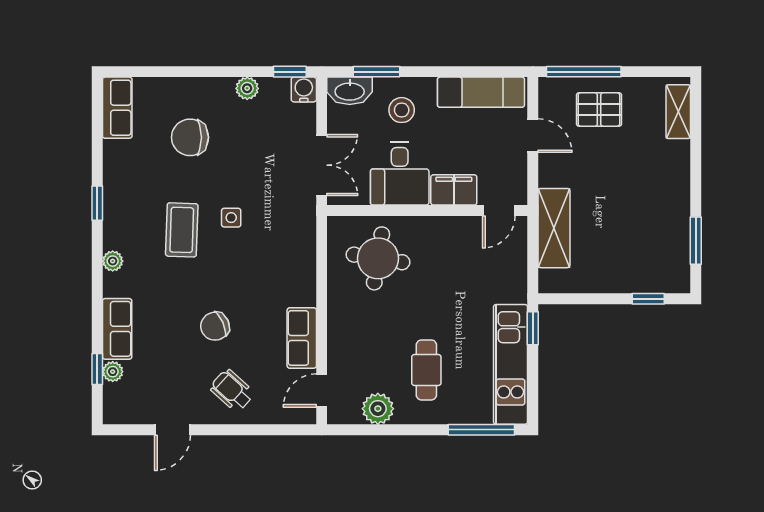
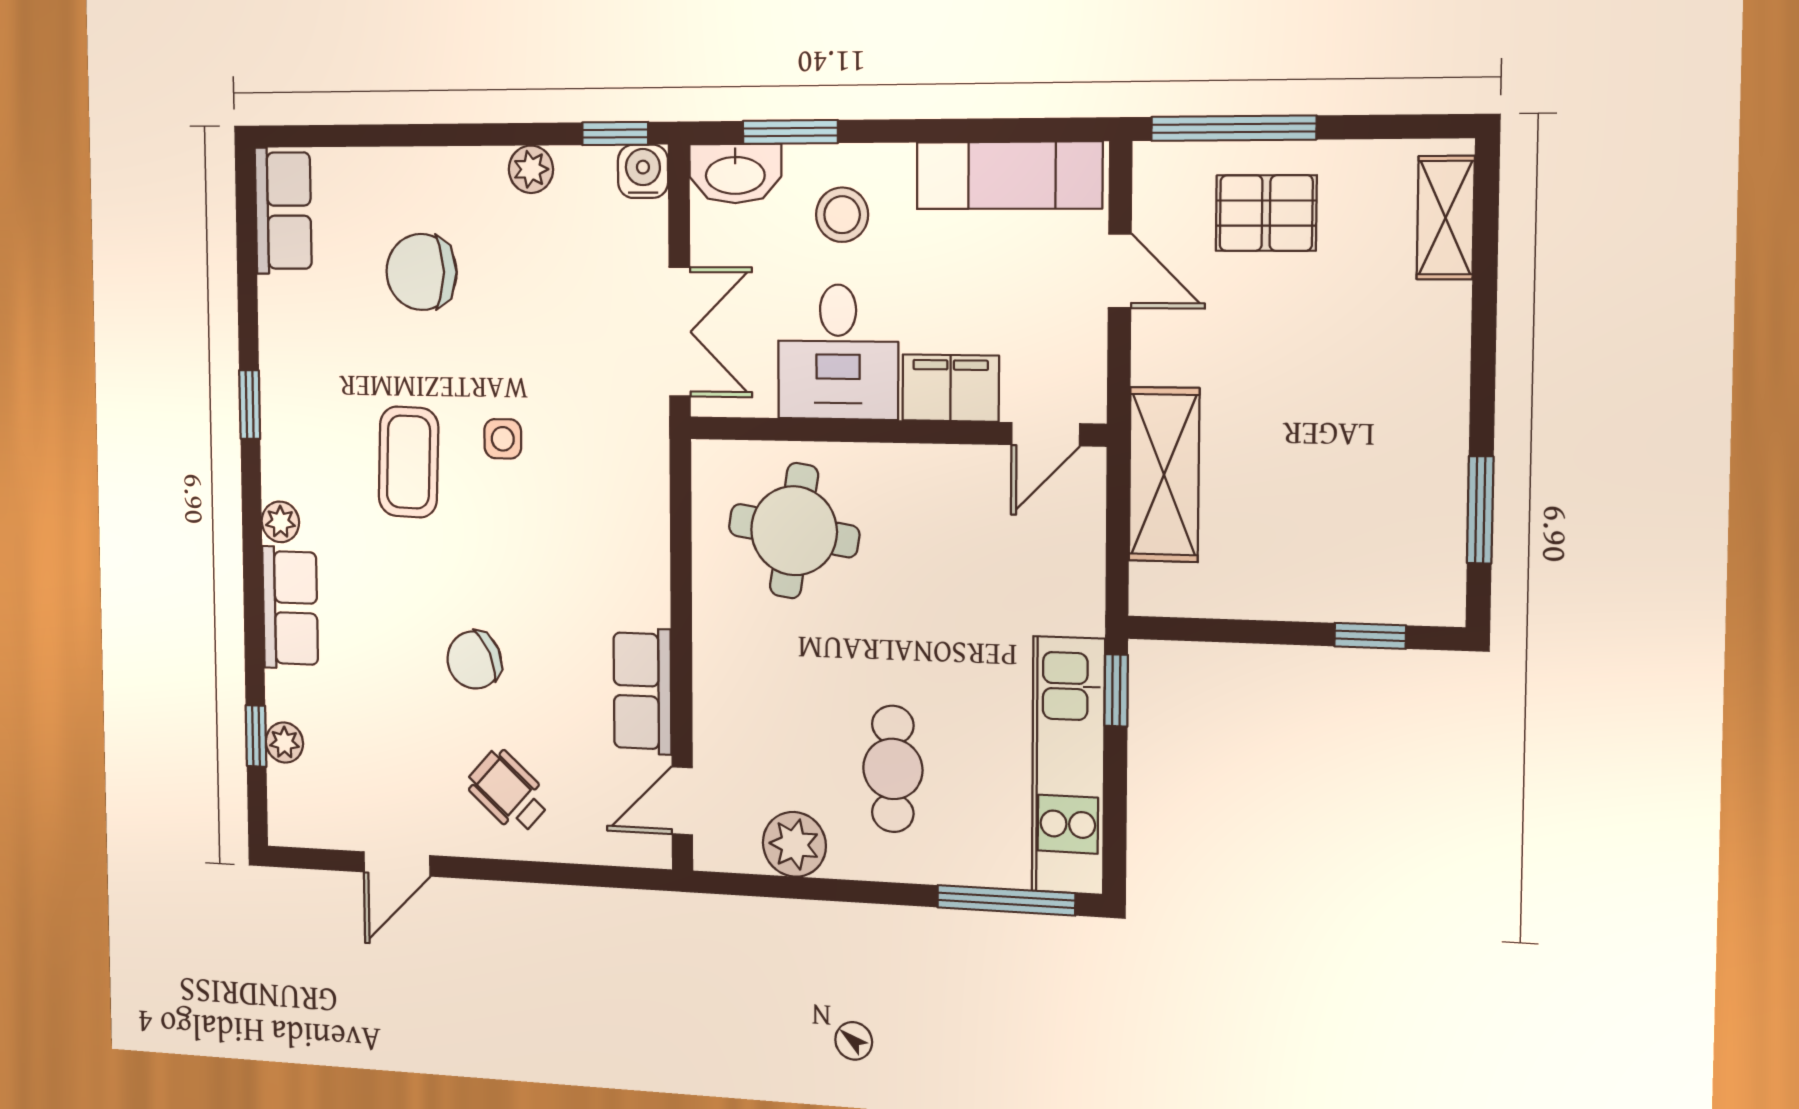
row of seats: (117, 329) -> (290, 608), moved

